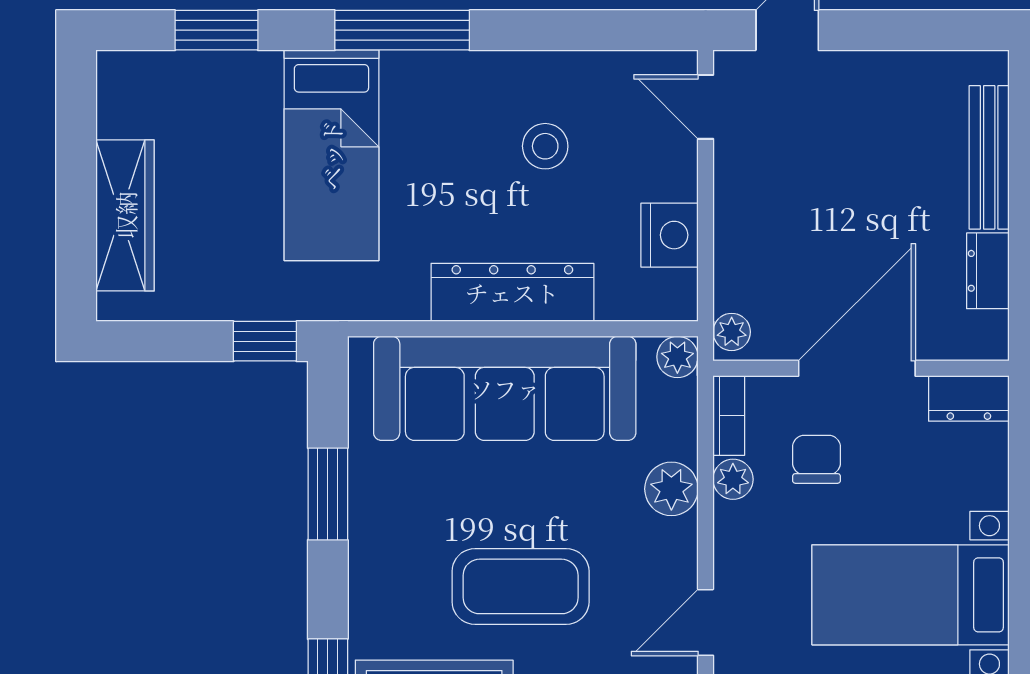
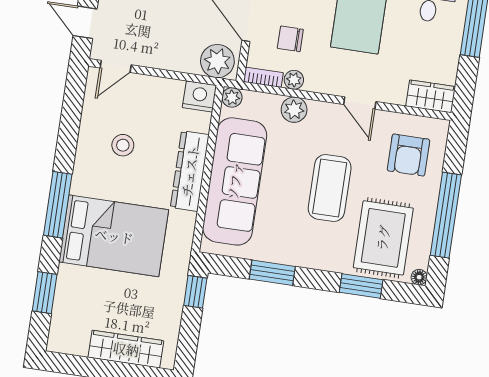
bed: (331, 155) -> (114, 236), width x1.50
nightstand: (670, 235) -> (200, 96), moved
plant: (732, 332) -> (217, 61), width x1.88, depth x1.88

